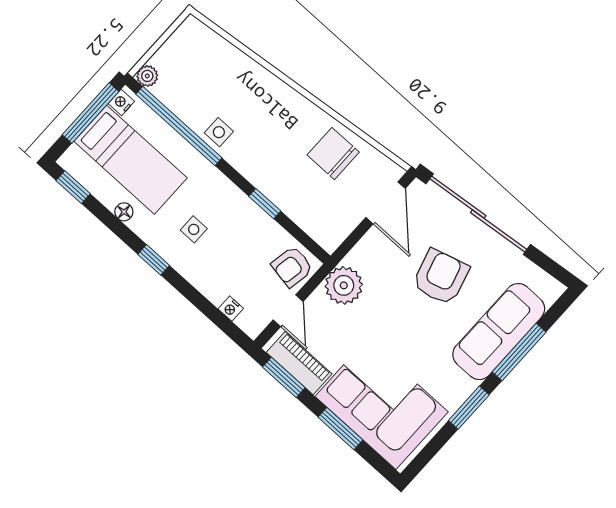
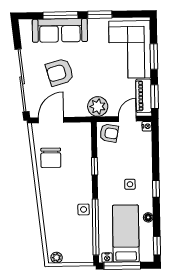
plant: (147, 76) -> (57, 258), moved
nightstand: (231, 309) -> (147, 126), moved

